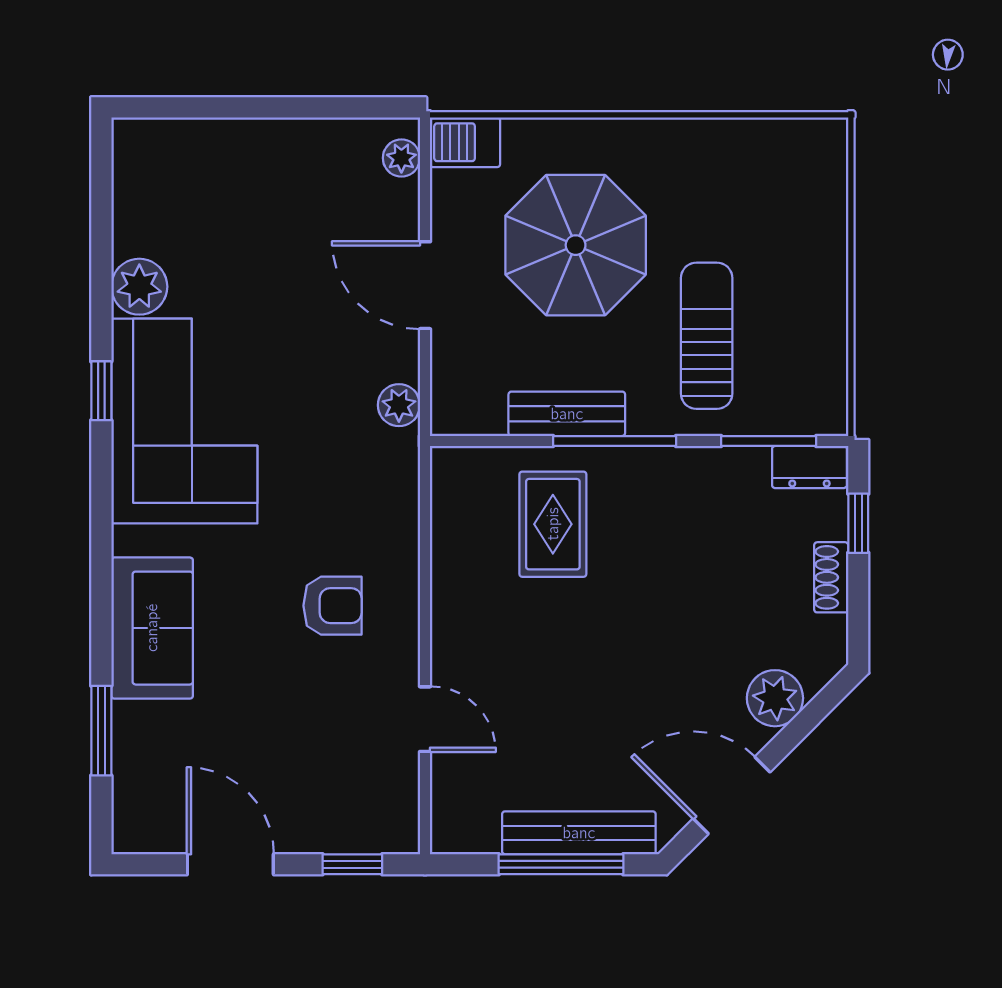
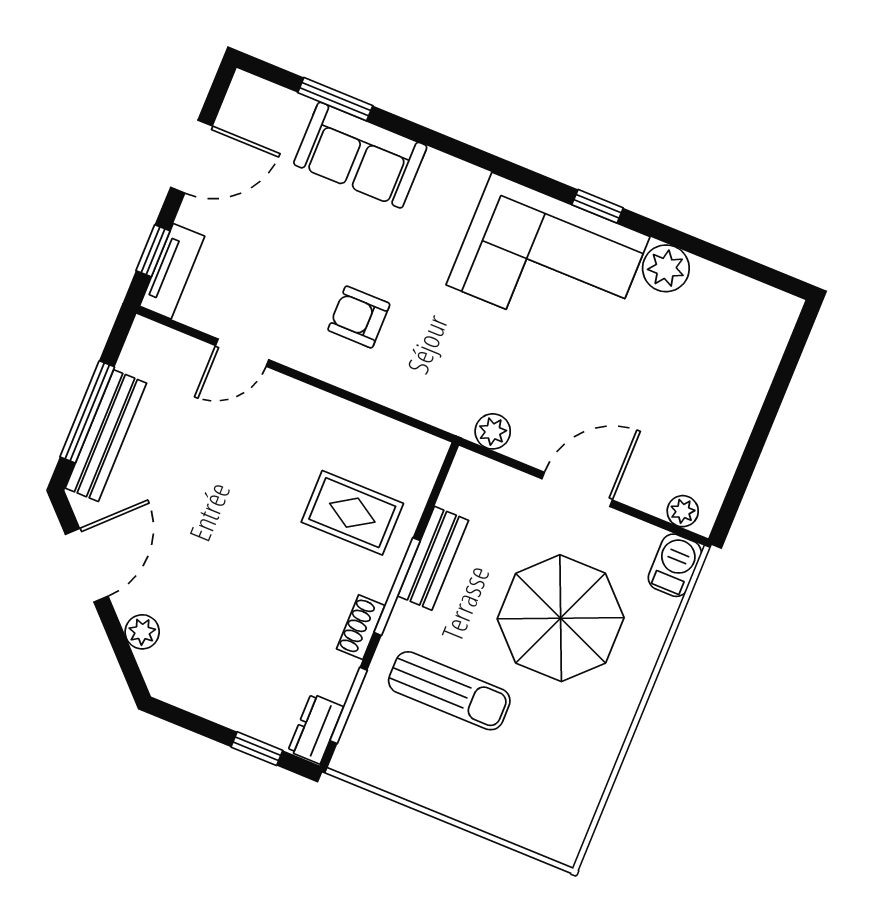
shoe rack: (831, 577) -> (361, 627), moved, turned -90
armchair: (333, 606) -> (359, 317), turned 90
sofa: (152, 628) -> (360, 155), moved
plant: (775, 698) -> (142, 632), width x0.73, depth x0.73
tv unit: (366, 834) -> (172, 271), added

